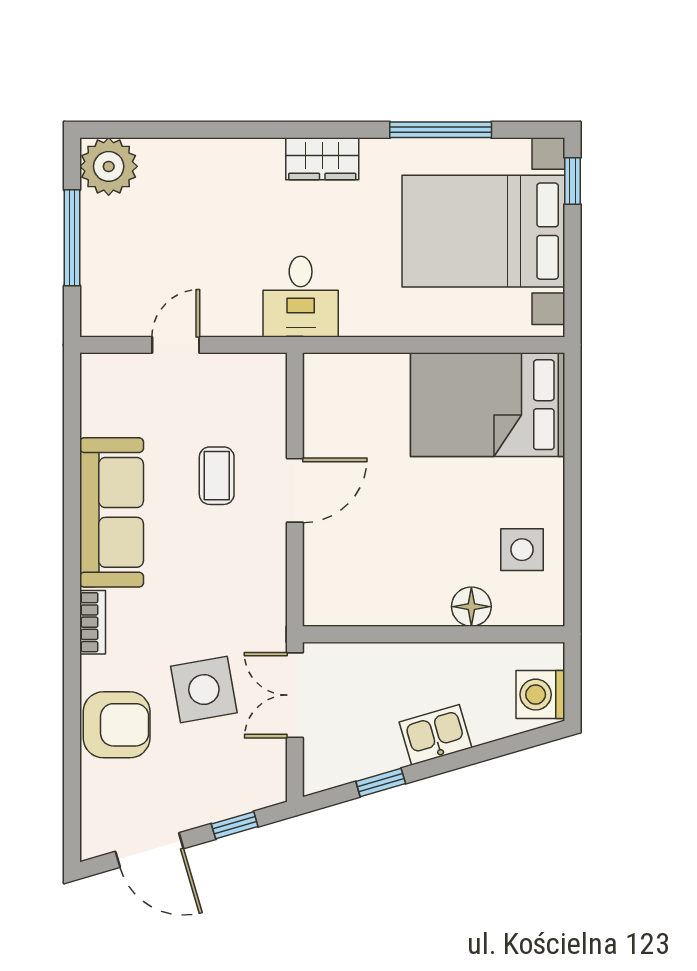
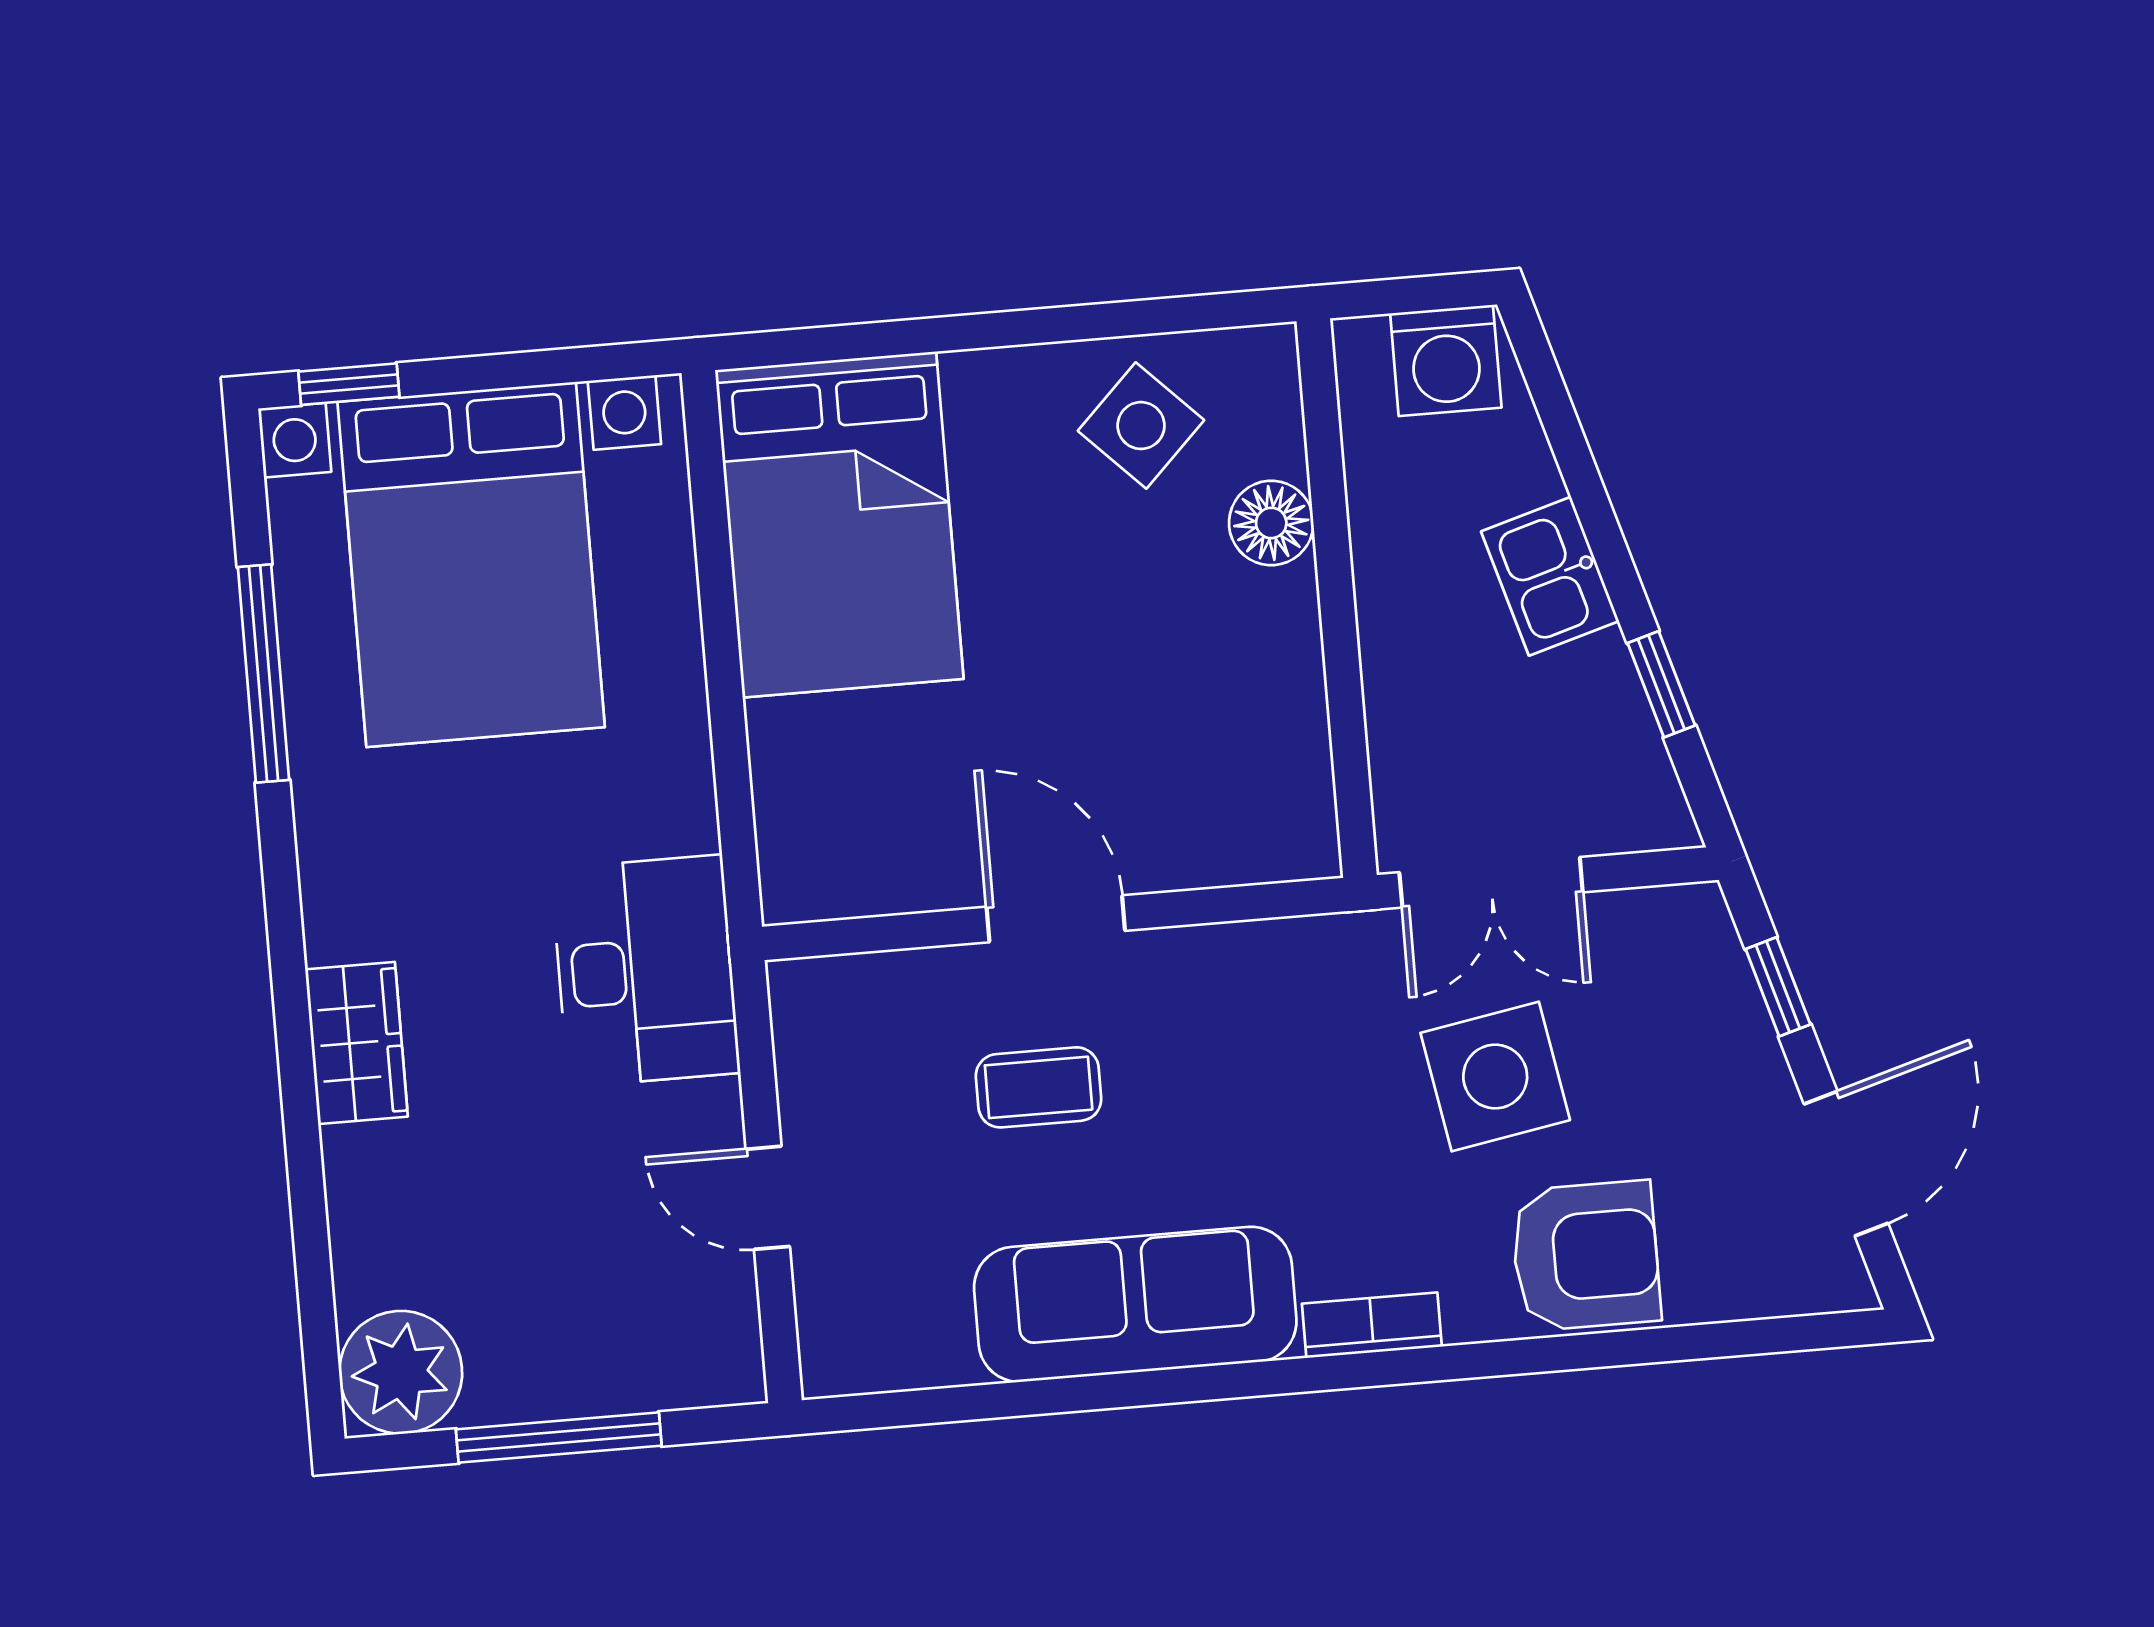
wardrobe: (322, 159) -> (356, 1043), moved
desk: (301, 297) -> (645, 971), width x1.37
side table: (522, 550) -> (1141, 426), turned 45
armchair: (117, 725) -> (1586, 1256), turned 90

